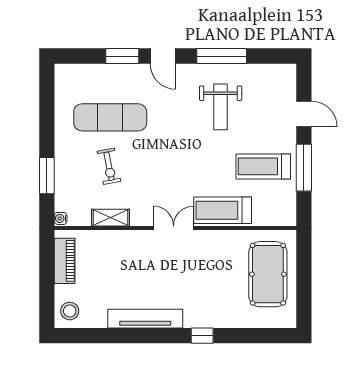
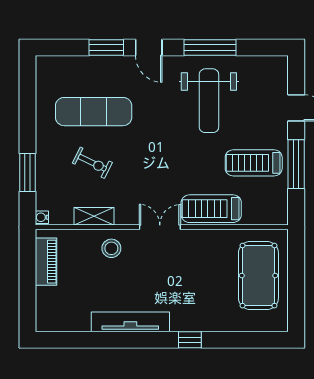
weight bench: (221, 107) -> (209, 101), width x1.36, depth x1.33
exercise bike: (109, 166) -> (92, 163), turned -53
stool: (70, 311) -> (111, 248), moved

